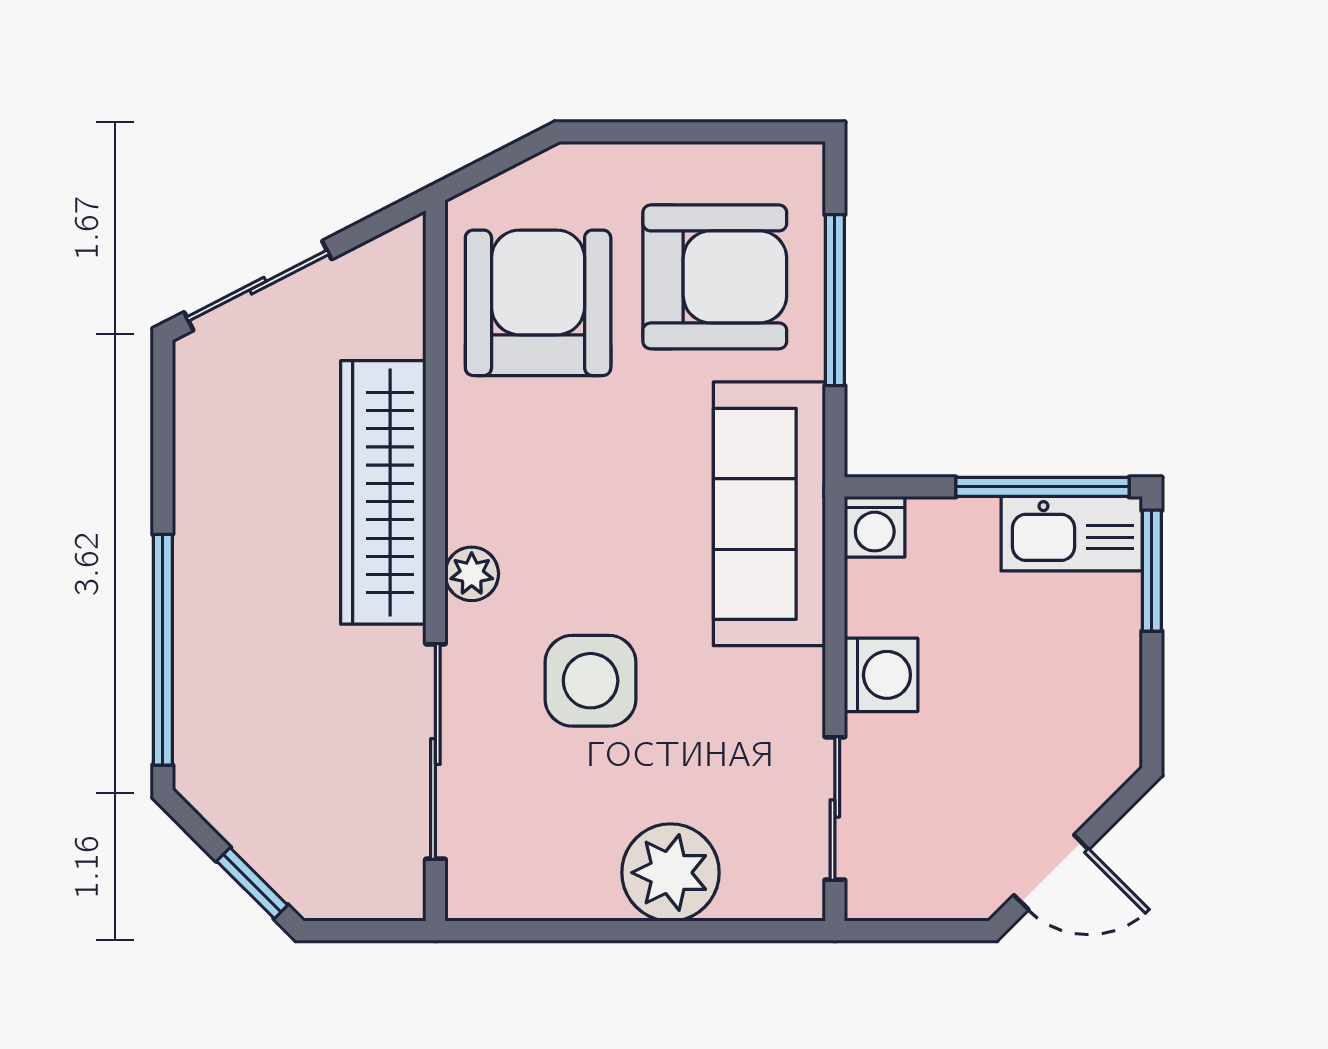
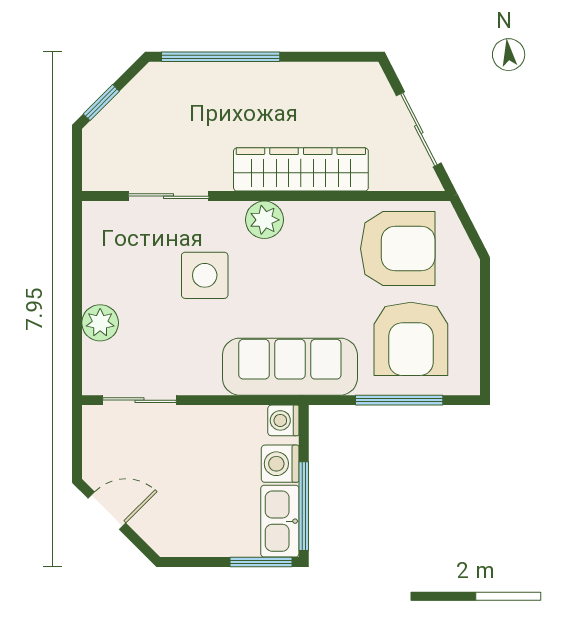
sliding door: (258, 286) -> (419, 129), moved
plant: (472, 574) -> (264, 220), width x1.38, depth x1.38
washing machine: (881, 675) -> (280, 464), moved, turned 90
sliding door: (435, 751) -> (169, 196), width x0.73
door: (1051, 872) -> (107, 511), swing flipped
plant: (670, 873) -> (100, 323), width x0.73, depth x0.73

